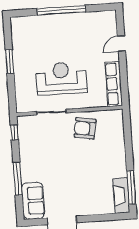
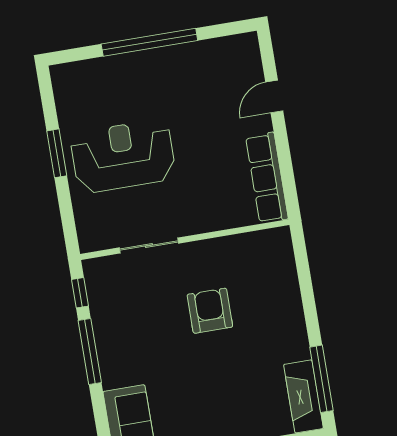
reception desk: (61, 78) -> (123, 156), moved
armchair: (85, 128) -> (210, 311), moved, turned 80
window: (18, 179) -> (90, 351), moved

